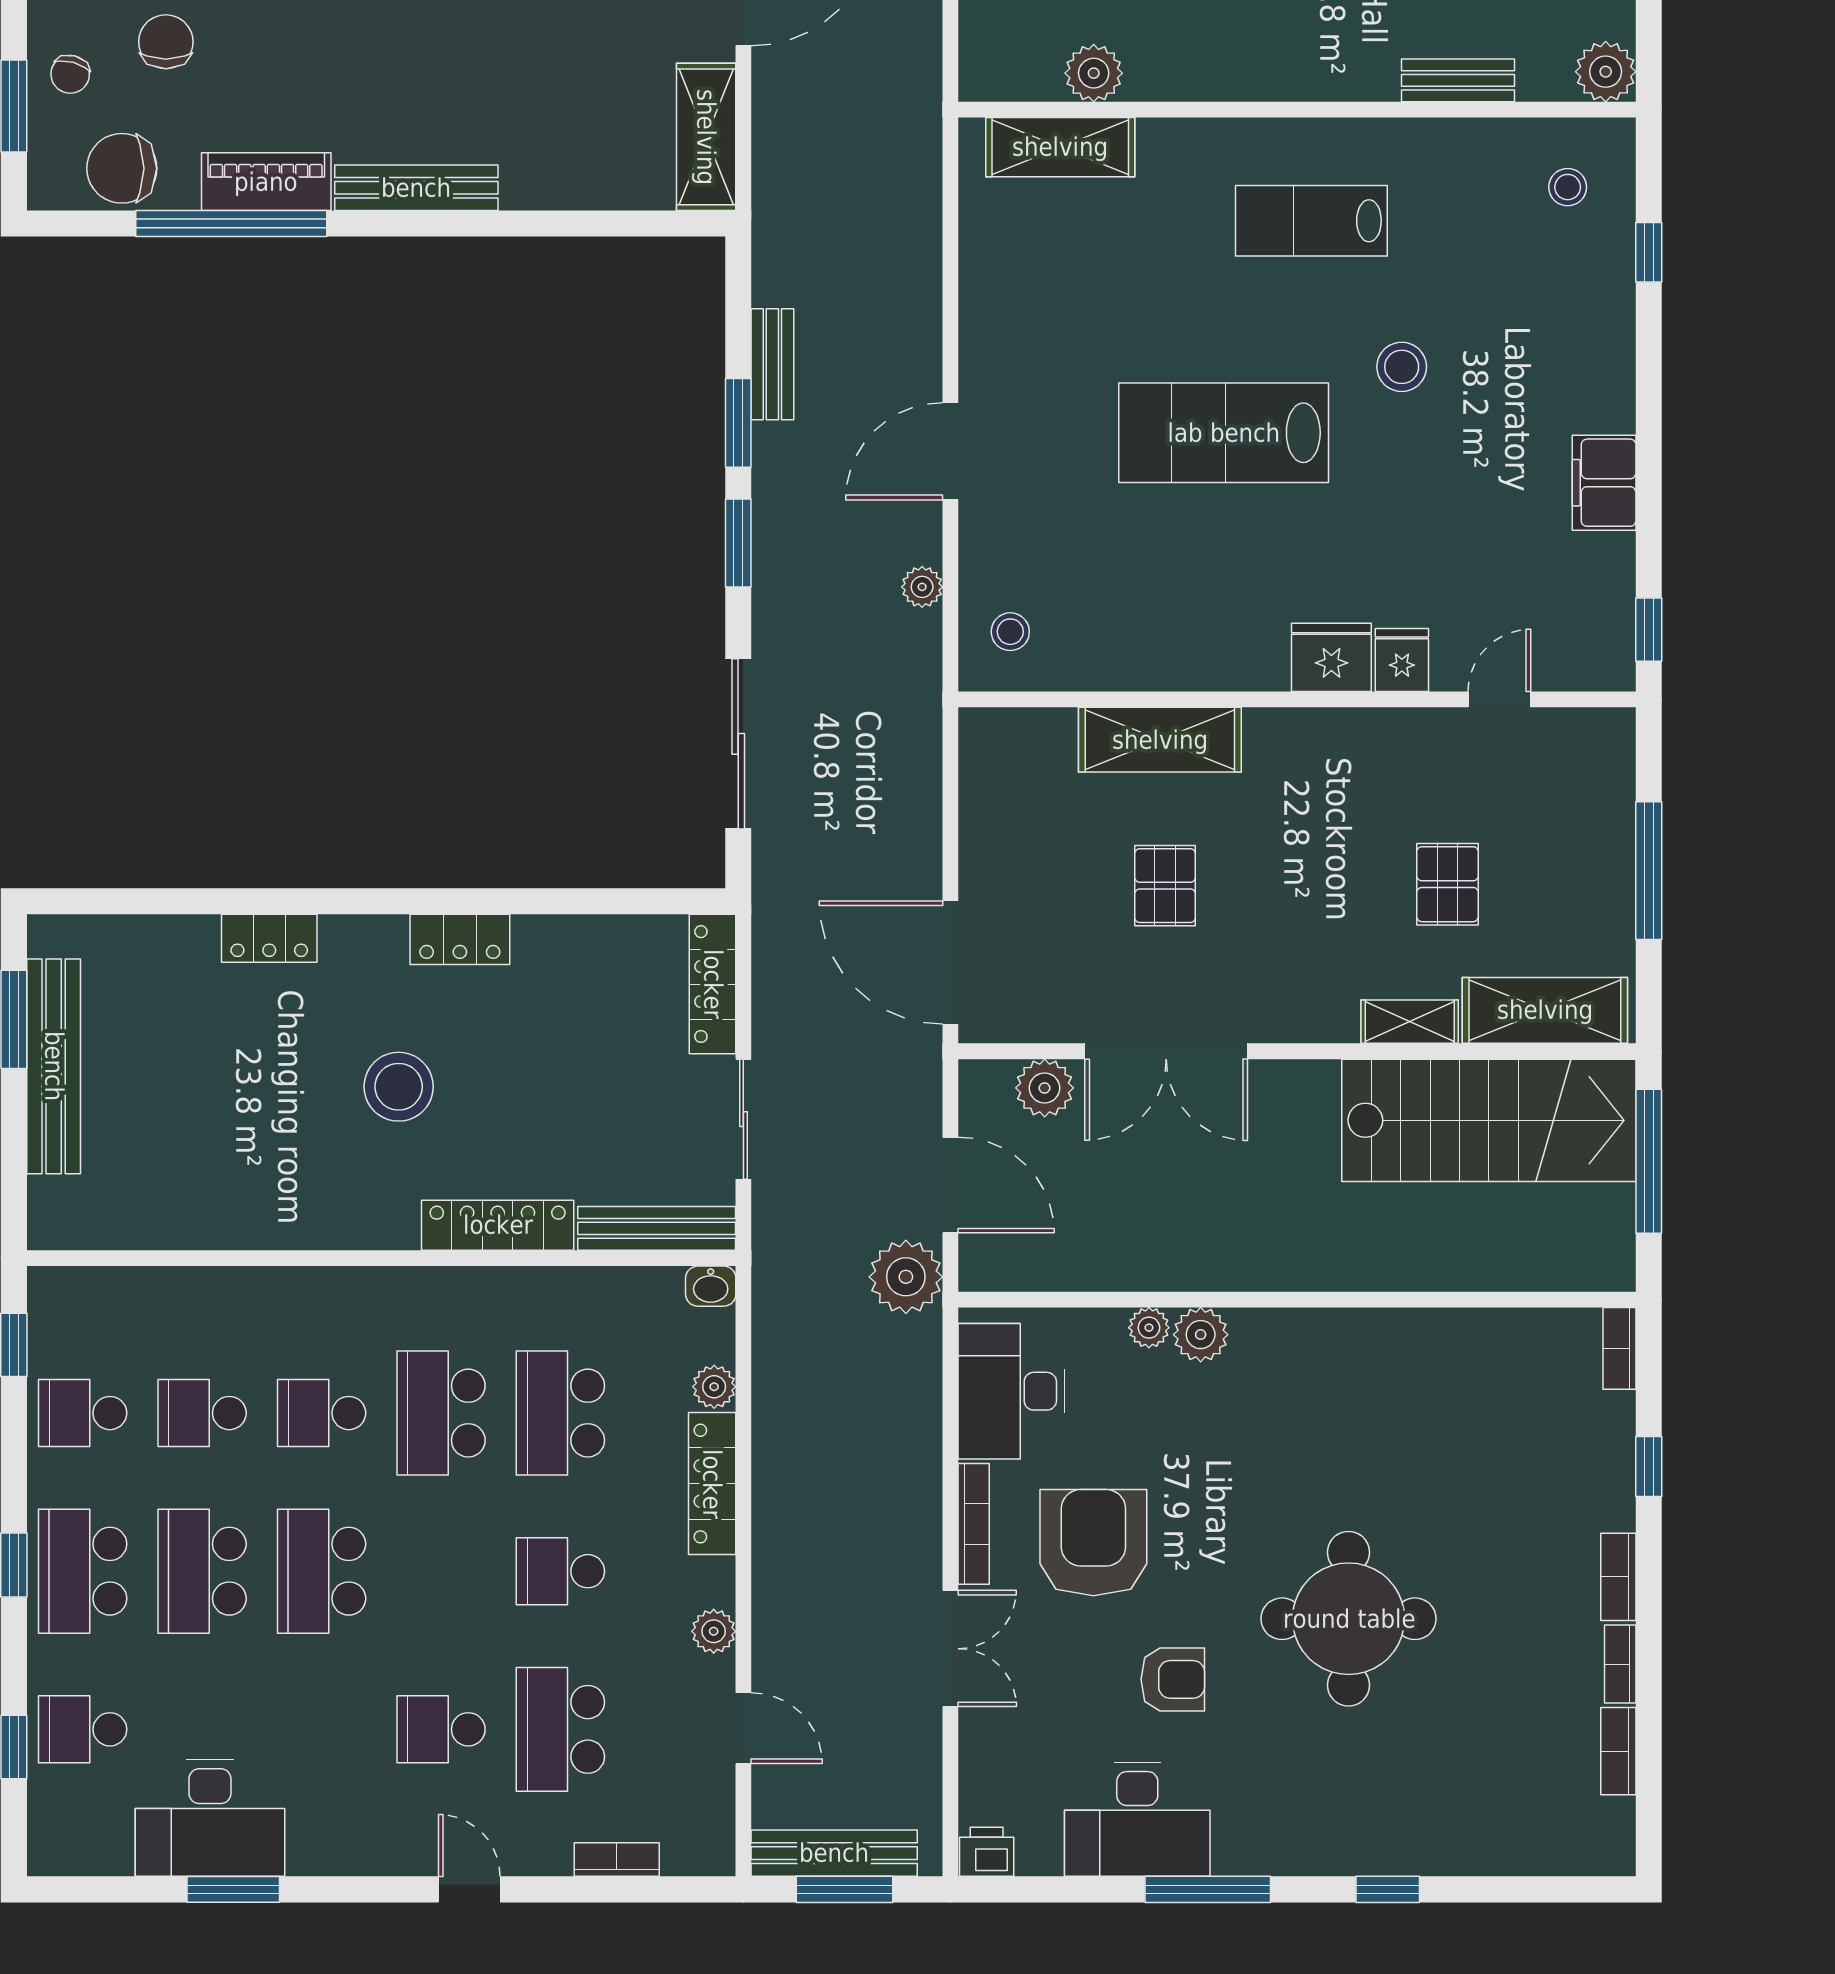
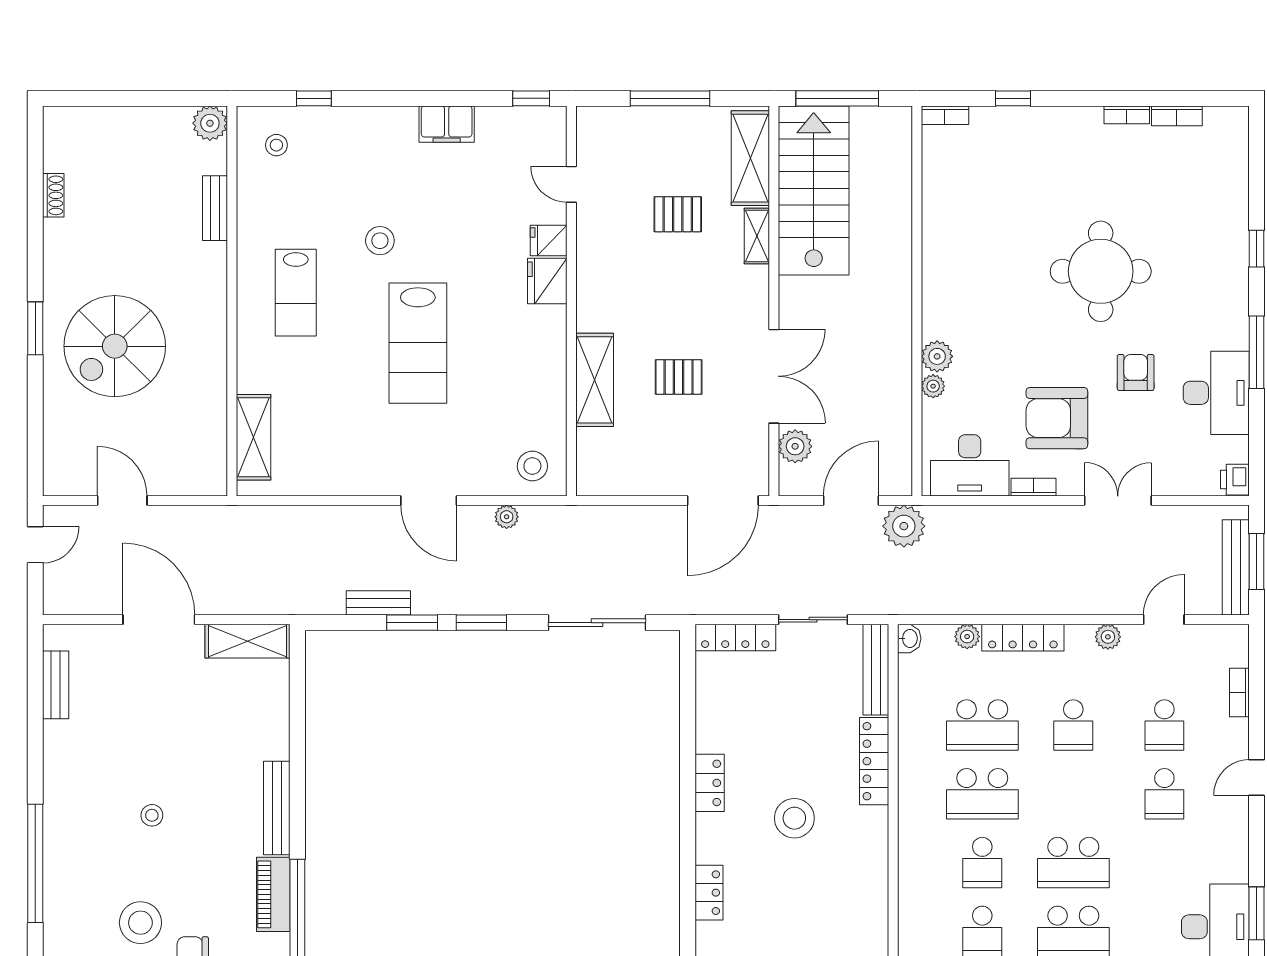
plant: (1094, 73) -> (211, 418), removed
stool: (1010, 632) -> (532, 466), width x1.37, depth x1.37
bookcase: (974, 1524) -> (1033, 487), width x0.64
bookcase: (1618, 1577) -> (1077, 116), removed
school desk: (560, 1729) -> (1164, 725), width x0.54

